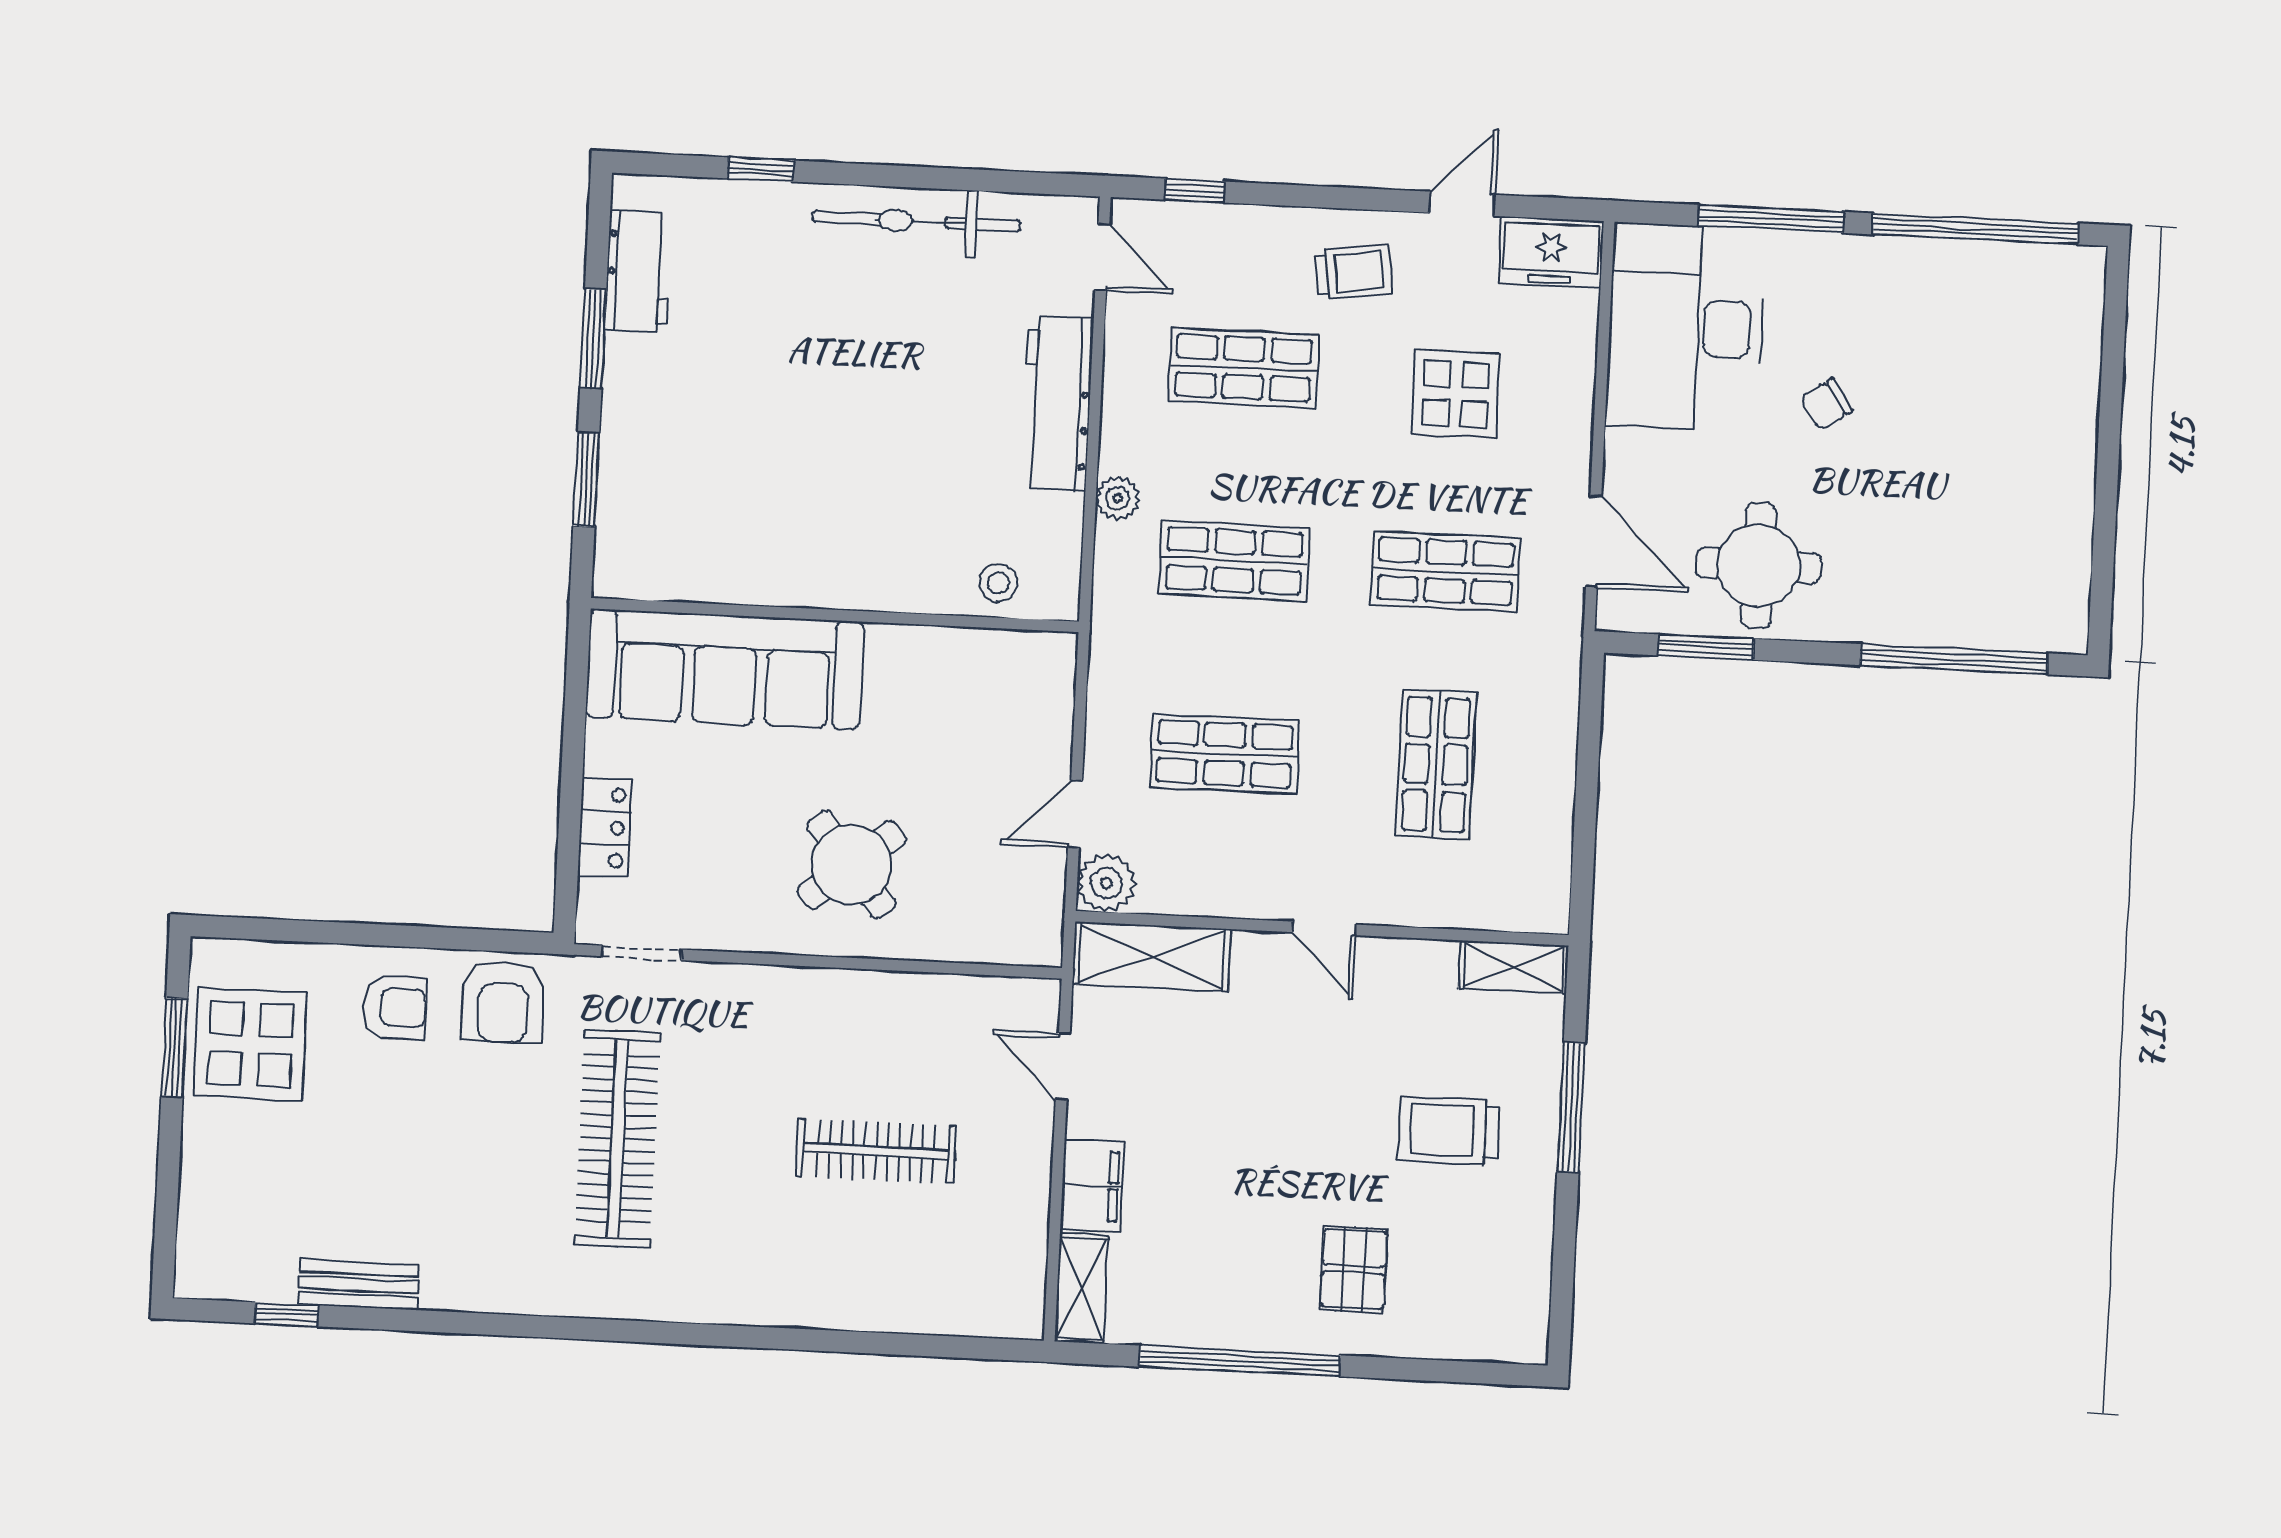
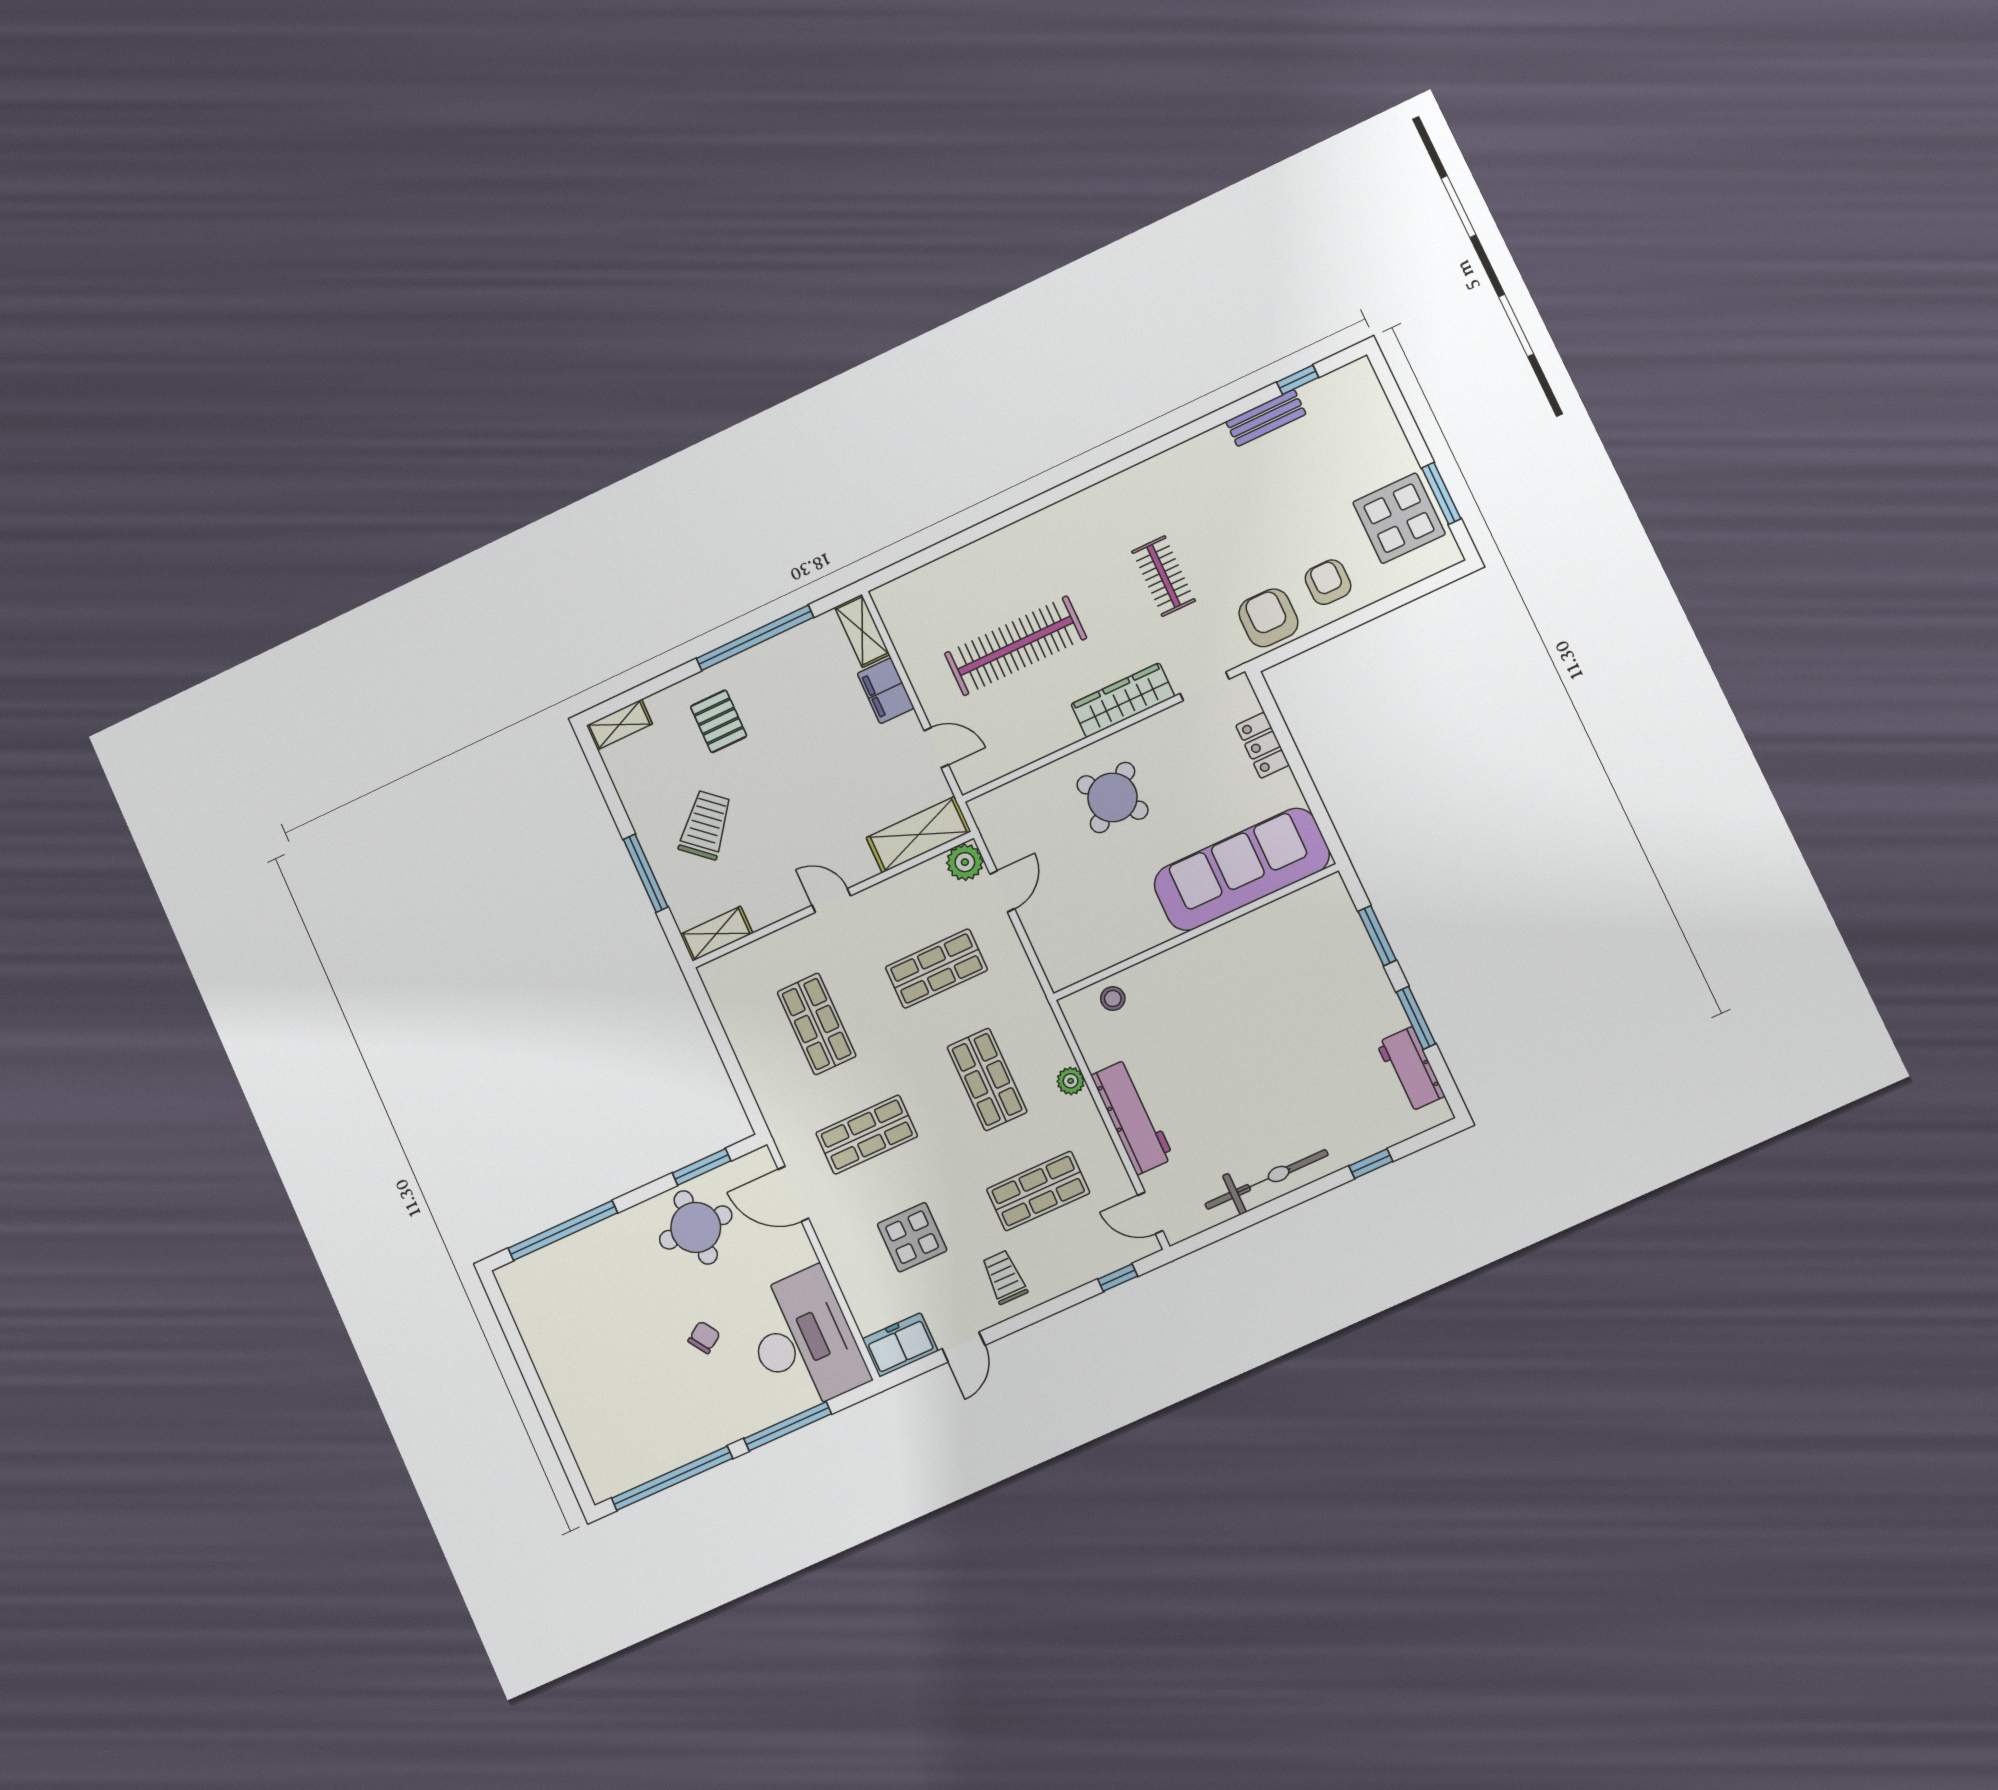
trolley: (1354, 272) -> (1004, 1277), turned 98
shop shelf: (1234, 561) -> (987, 1079), turned 90
wardrobe: (765, 994) -> (1123, 700), added
armchair: (395, 1007) -> (1328, 582), turned 90
trolley: (1449, 1131) -> (706, 825), turned -49
clothes rail: (617, 1138) -> (1164, 576), width x0.54, depth x0.76
clothes rail: (876, 1151) -> (1015, 646), width x1.37, depth x1.31
shelving: (1499, 1341) -> (619, 725), added

